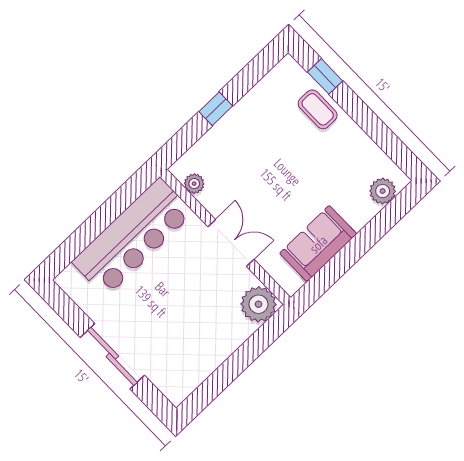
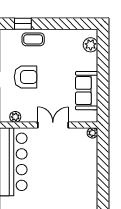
armchair: (259, 147) -> (26, 77), added
plant: (258, 304) -> (92, 133), width x0.53, depth x0.53

